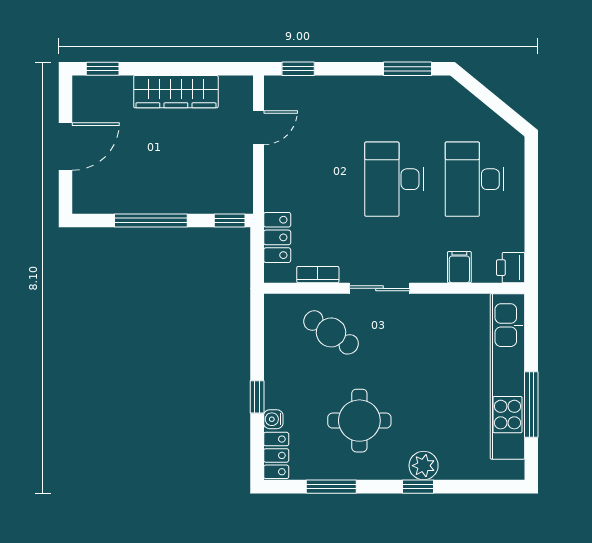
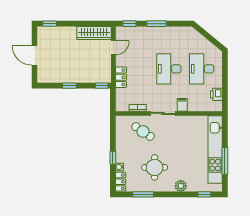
window: (407, 69) -> (157, 24), moved
wardrobe: (176, 92) -> (94, 33), moved
door: (65, 147) -> (34, 56), swing flipped
window: (151, 220) -> (69, 86), width x0.46
locker: (277, 237) -> (121, 77), moved
filing cabinet: (459, 267) -> (182, 105), moved
printer: (511, 268) -> (216, 94), moved
window: (418, 487) -> (204, 194), moved

